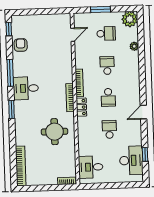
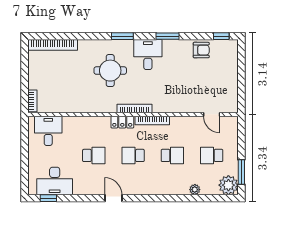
window: (100, 9) -> (241, 172), moved
school desk: (106, 34) -> (212, 155), turned 90
window: (10, 73) -> (167, 36), width x0.69
round table: (55, 132) -> (110, 71), moved
window: (145, 154) -> (48, 198), moved

